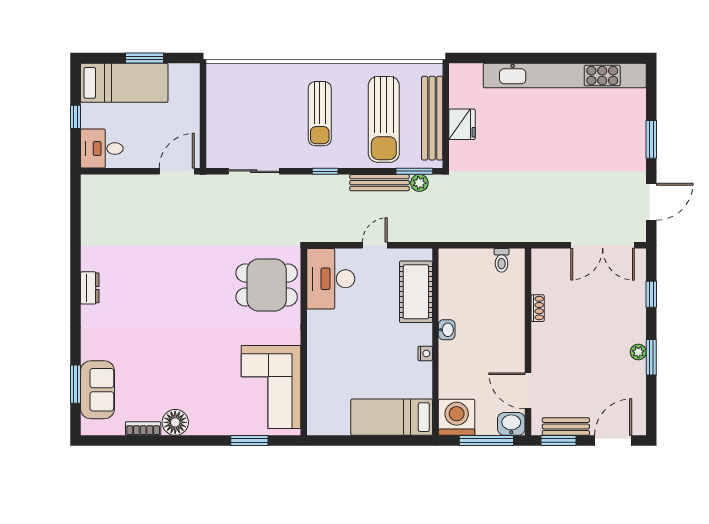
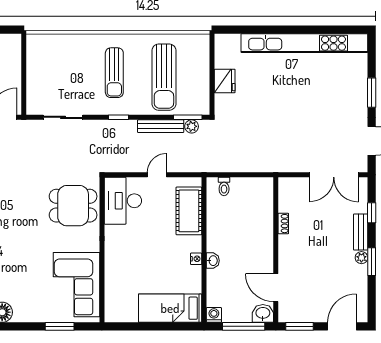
bench: (432, 118) -> (202, 76), removed
toilet: (502, 260) -> (224, 186), moved
washbasin: (447, 330) -> (213, 261), moved
washing machine: (457, 417) -> (214, 315), width x0.53, depth x0.53
bench: (566, 427) -> (361, 232), moved, turned 90

